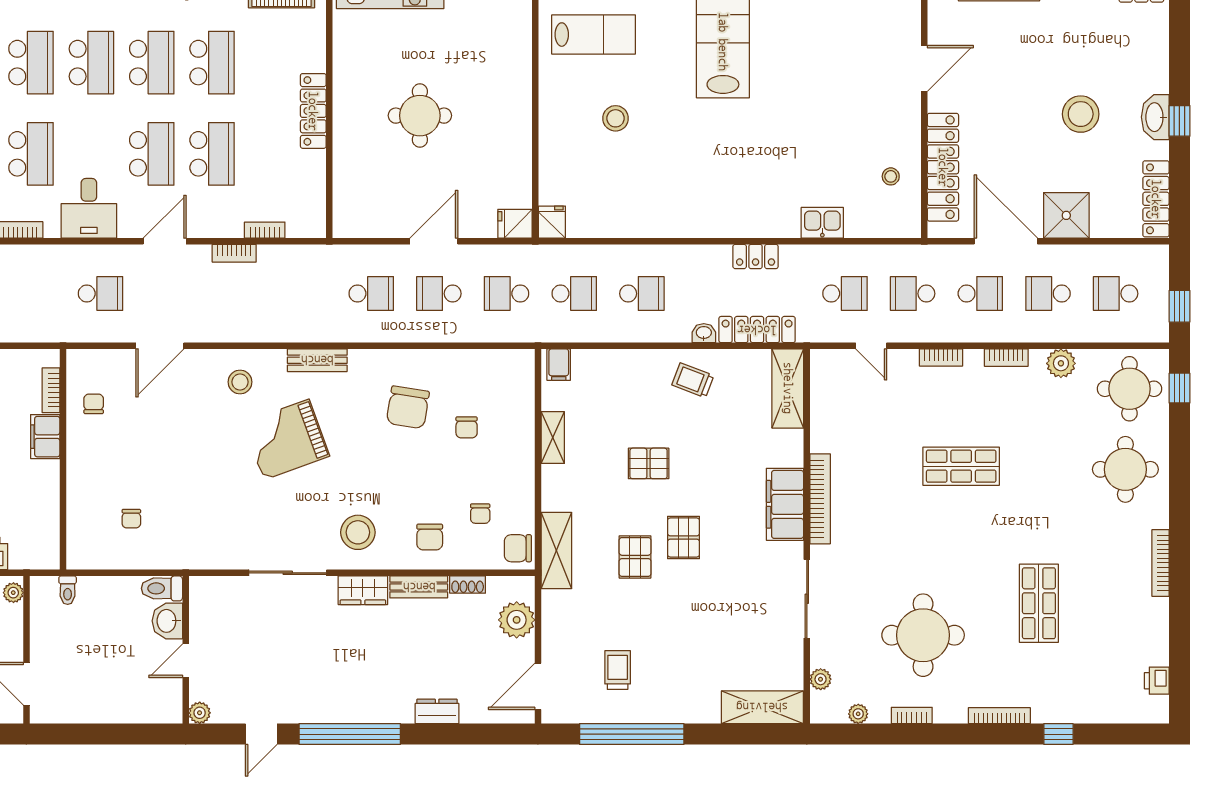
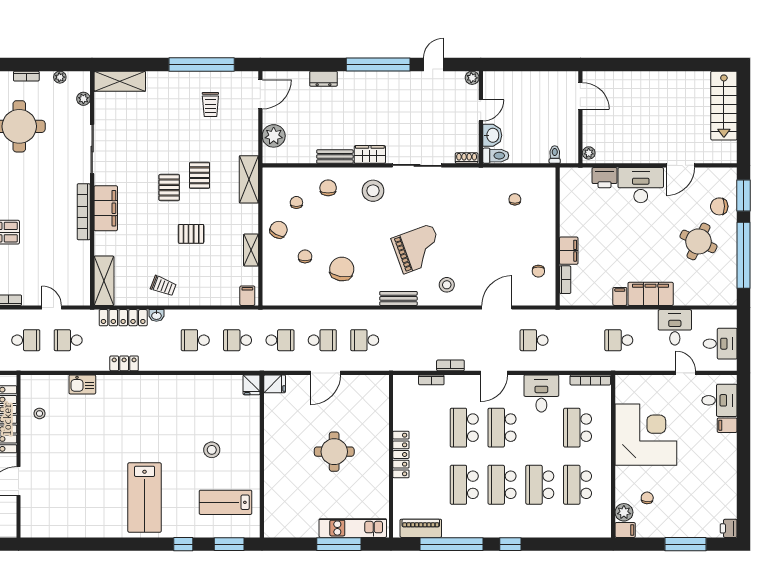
chair: (518, 548) -> (279, 230), moved, turned -61
shoe rack: (468, 585) -> (467, 158), moved

